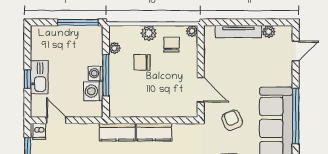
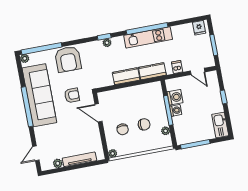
plant: (149, 33) -> (143, 146), removed
chair: (172, 45) -> (123, 129), moved
kitchen sink: (39, 77) -> (220, 125), moved
armchair: (232, 120) -> (72, 95), turned -67
dishwasher: (39, 131) -> (177, 67), moved

